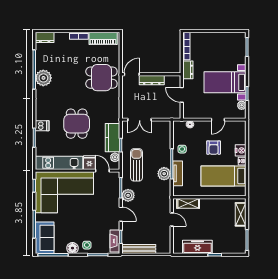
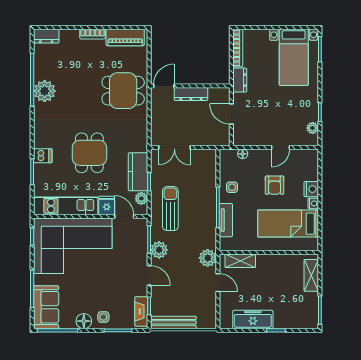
bed with nightstands: (225, 82) -> (294, 57), moved, turned -90
plant: (164, 174) -> (208, 258), moved

